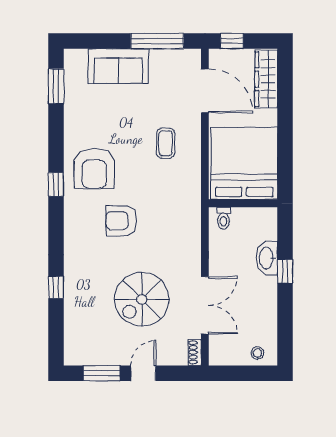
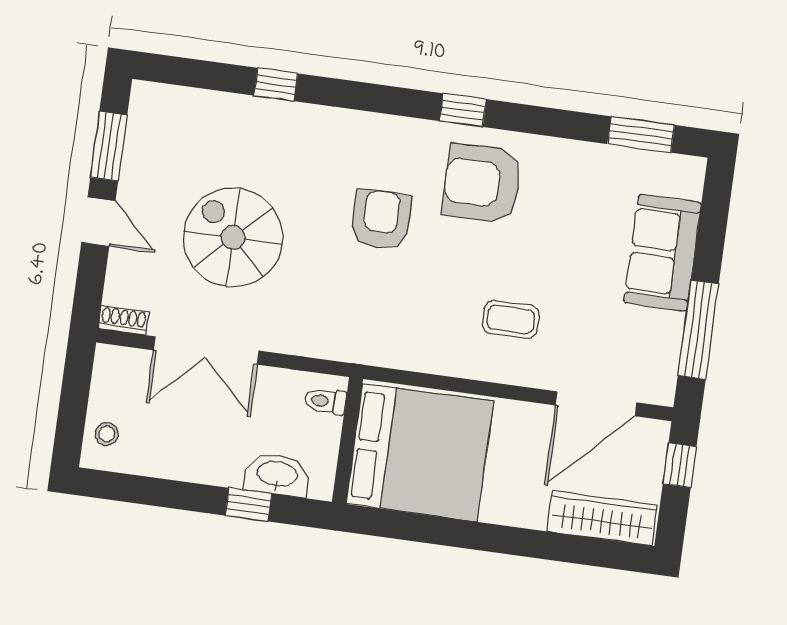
bed: (244, 163) -> (420, 452), moved
wall: (243, 203) -> (347, 440), moved
toilet: (223, 218) -> (325, 401), moved

